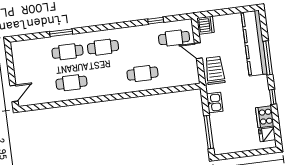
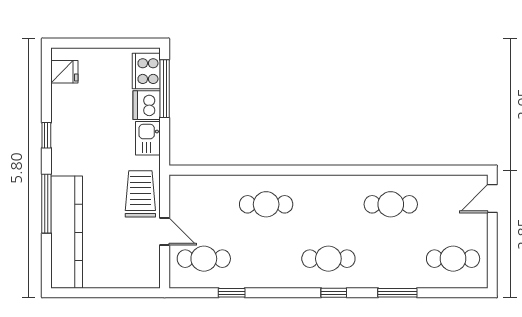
dishwasher: (206, 25) -> (147, 105), moved
window: (97, 28) -> (334, 293), added
cafe table: (67, 52) -> (453, 259), moved
trolley: (215, 70) -> (140, 194), turned 180
cooker: (265, 117) -> (146, 71), moved, turned 180

